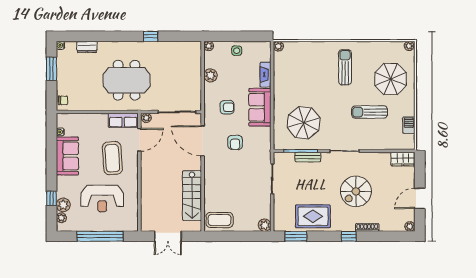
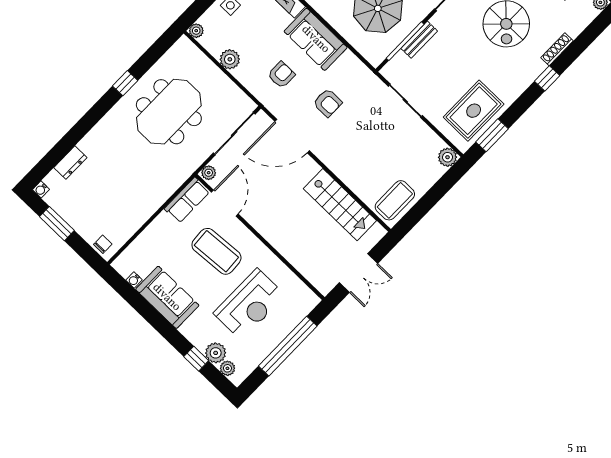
meeting table: (127, 80) -> (169, 112), moved
rug: (313, 216) -> (474, 111), moved

